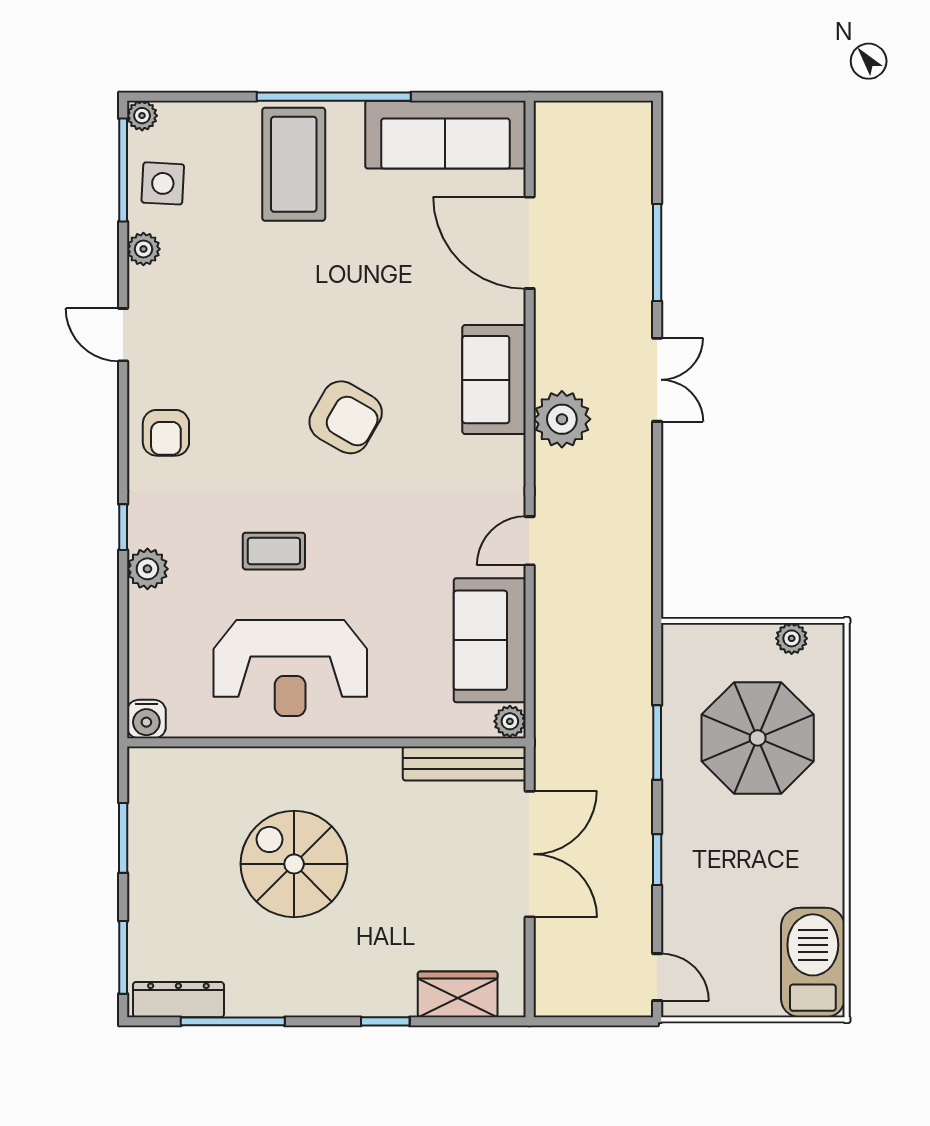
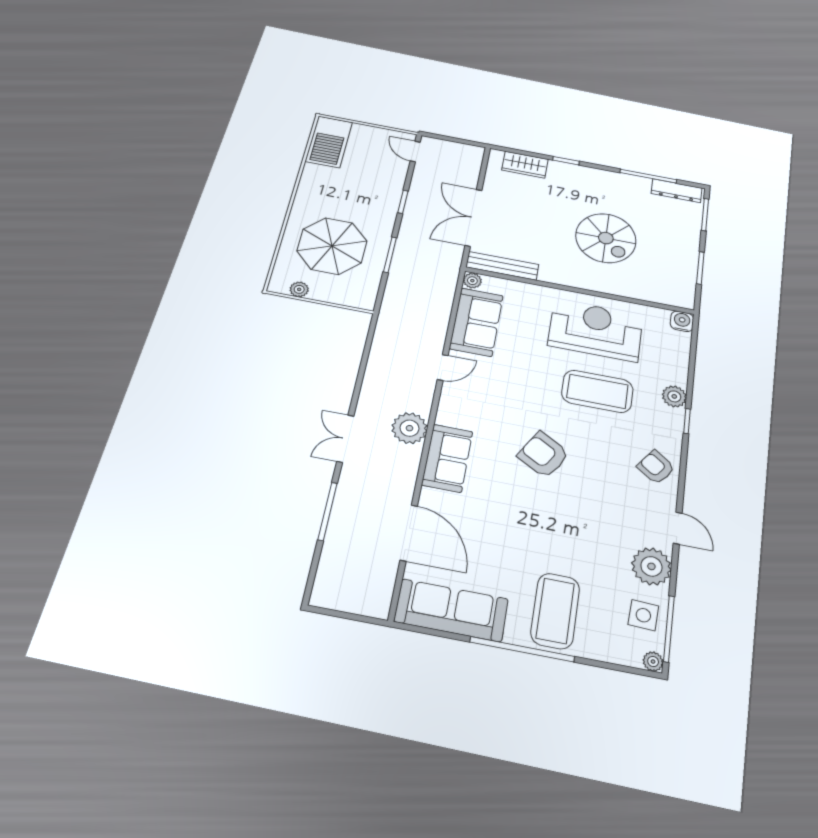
plant: (143, 249) -> (651, 566), width x1.87, depth x1.87
armchair: (166, 433) -> (656, 467), turned -54
coffee table: (274, 551) -> (597, 391), width x1.86, depth x1.72

